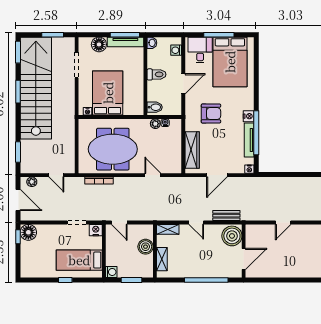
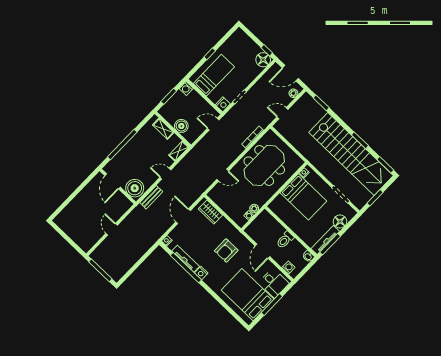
bidet: (155, 107) -> (265, 218), removed
wardrobe: (192, 150) -> (210, 212), width x0.67

